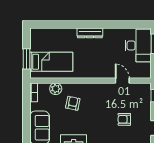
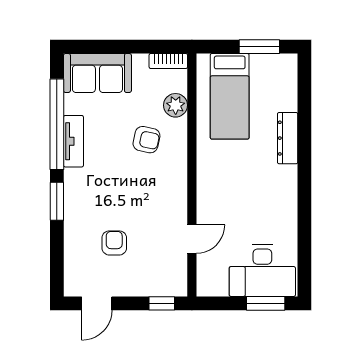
dresser: (90, 33) -> (288, 138), moved
window: (26, 59) -> (259, 47), moved

